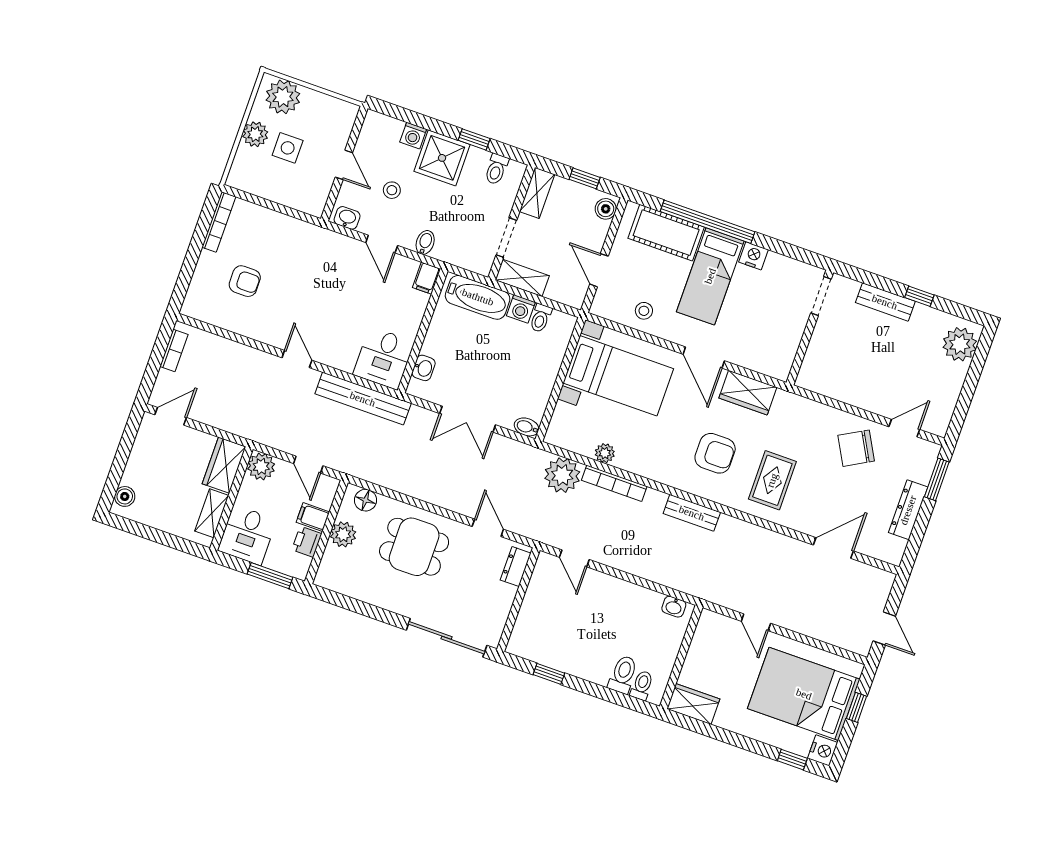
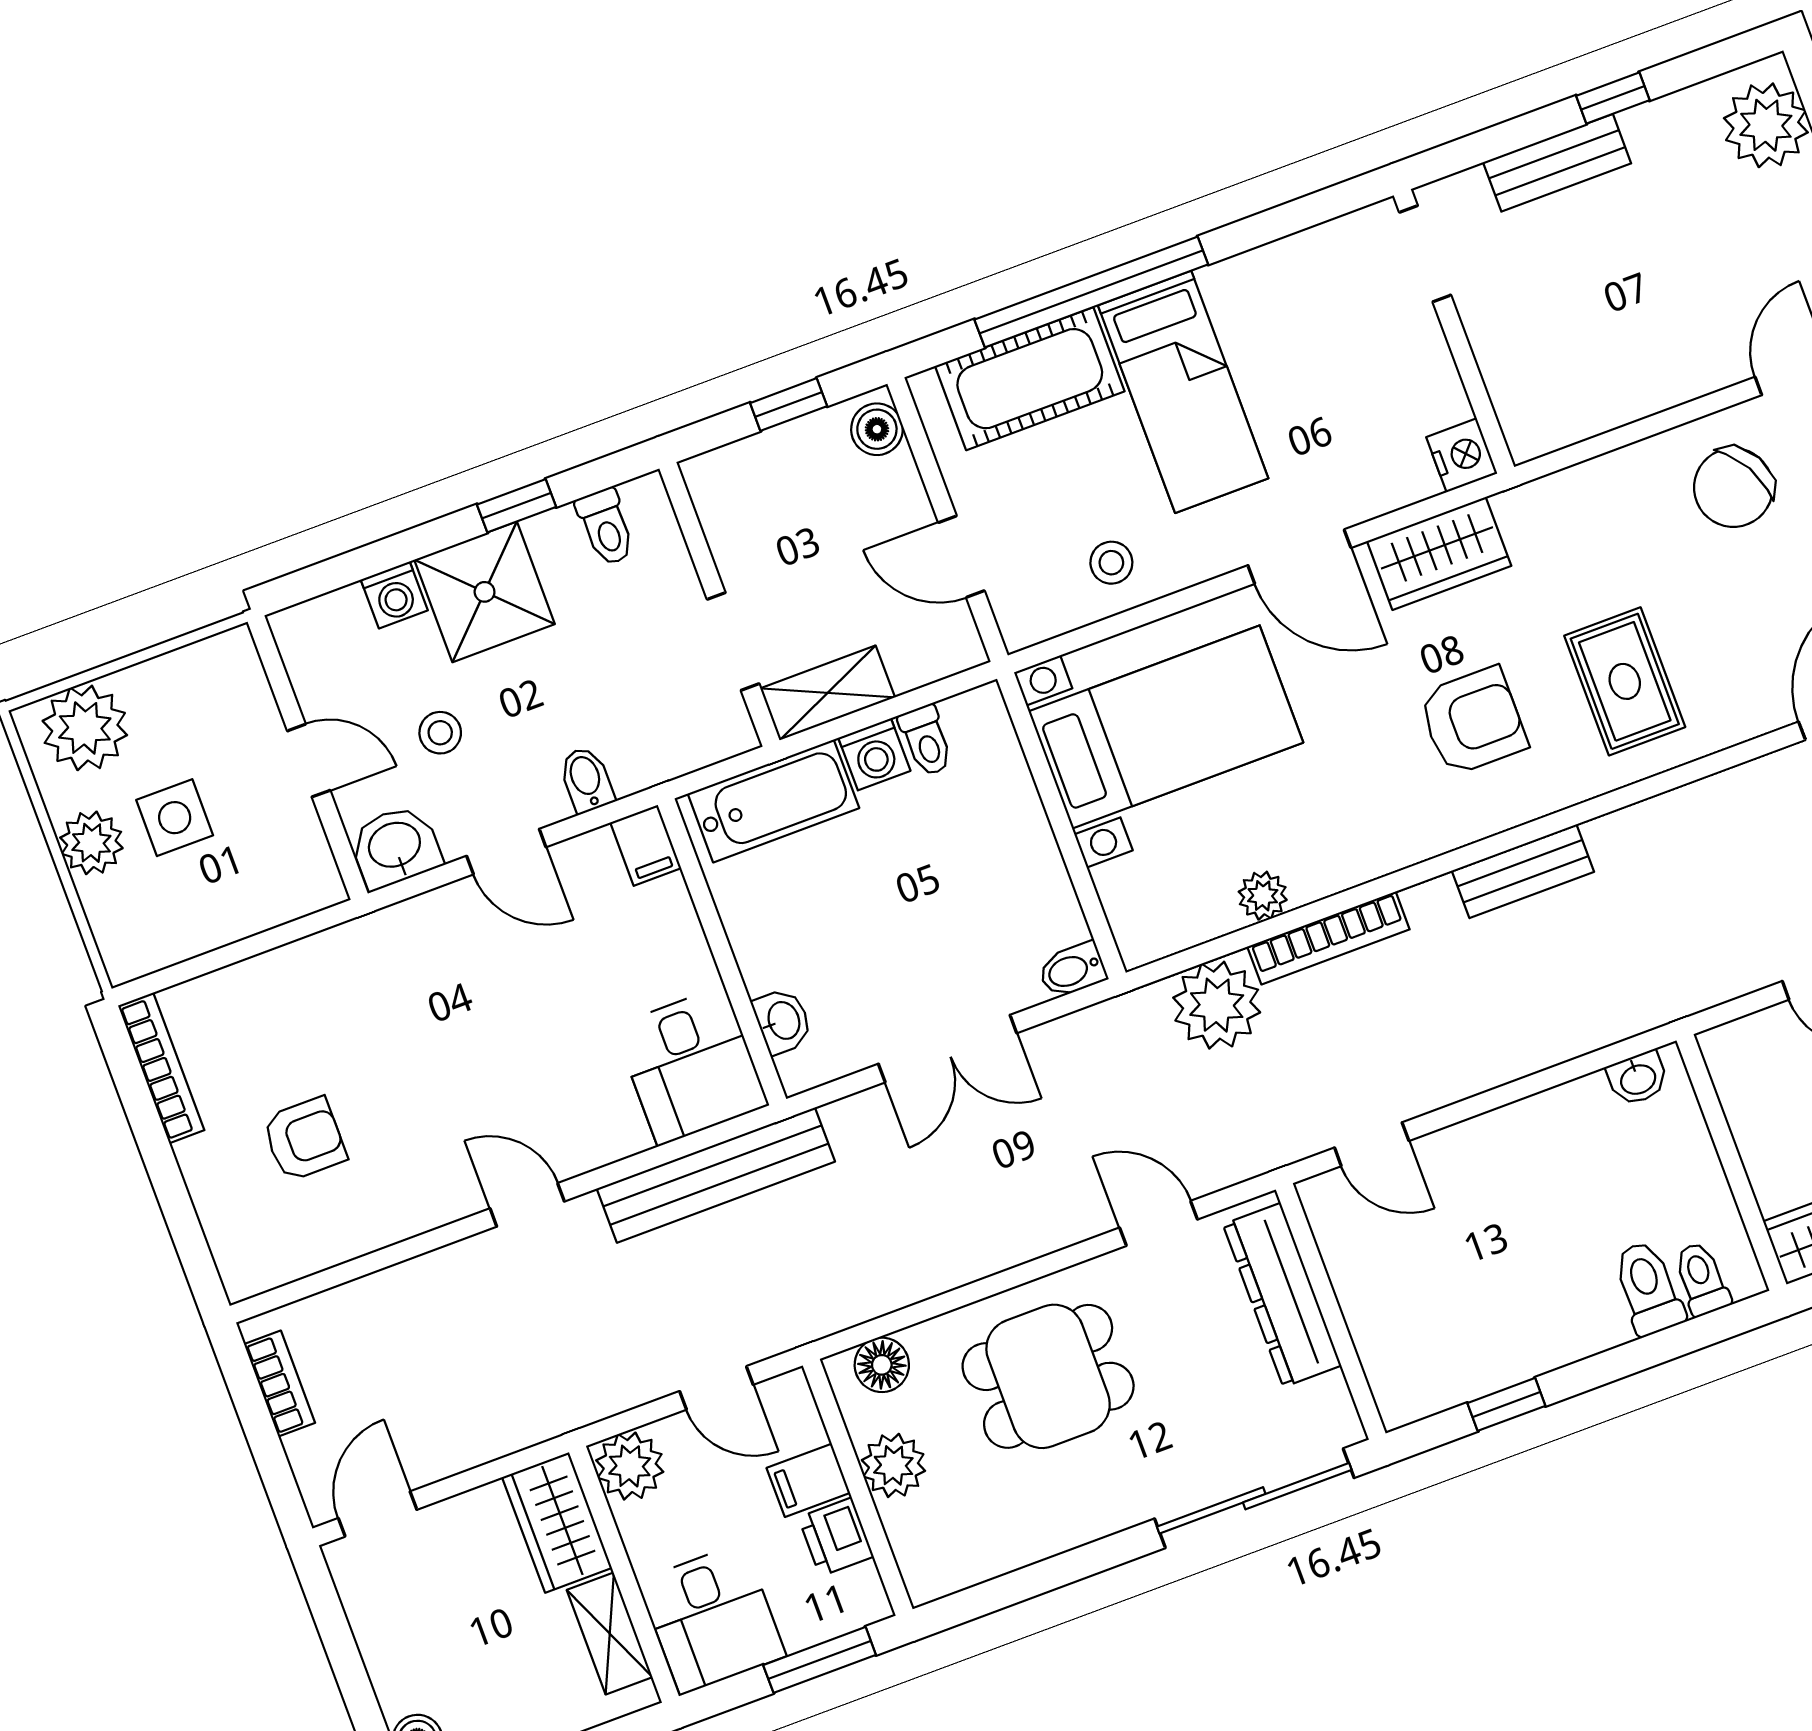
shelving: (537, 193) -> (721, 508), removed
washbasin: (347, 218) -> (395, 847), width x1.38, depth x1.45
nightstand: (753, 256) -> (1462, 455), moved, turned 90
dresser: (516, 567) -> (1282, 1295), width x1.96, depth x1.24

